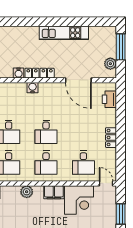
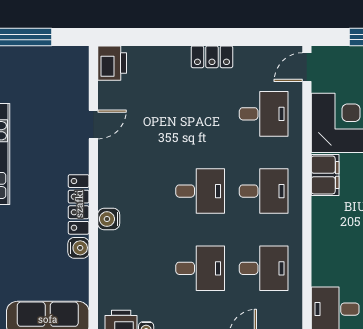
plant: (110, 64) -> (59, 58), removed
door: (78, 80) -> (93, 124), width x0.53
printer: (109, 99) -> (112, 63), moved, turned -90
plant: (27, 192) -> (324, 231), removed

